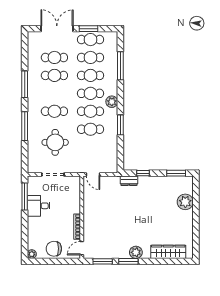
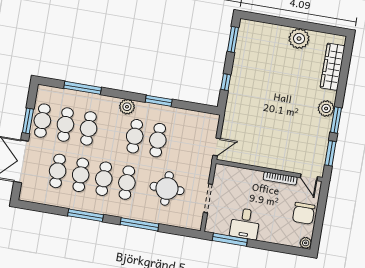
cafe table: (91, 93) -> (104, 179), moved
dresser: (129, 181) -> (232, 102), removed
plant: (185, 202) -> (299, 39), moved

